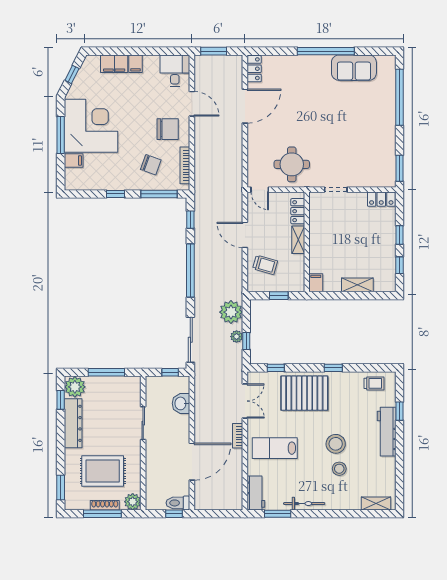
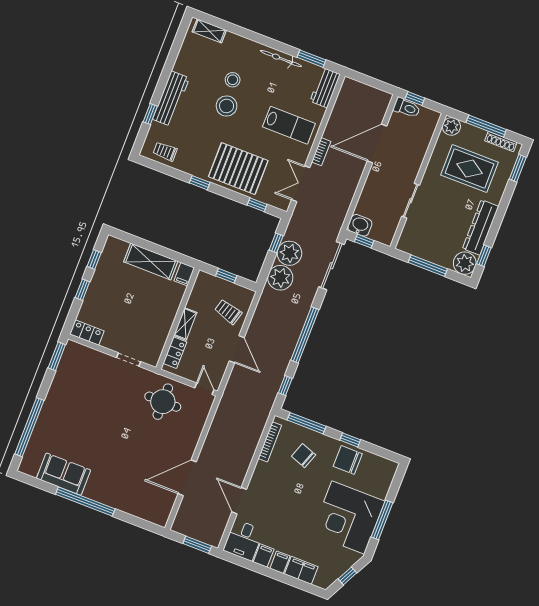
locker: (254, 69) -> (164, 512), removed
chair: (168, 129) -> (348, 460), moved
filing cabinet: (74, 160) -> (264, 556), moved, turned 90
shelving: (357, 285) -> (151, 262), width x1.50, depth x1.33
plant: (237, 337) -> (289, 253), width x1.88, depth x1.88
washbasin: (181, 403) -> (360, 225), moved, turned -90
shoe rack: (105, 505) -> (501, 142), moved

